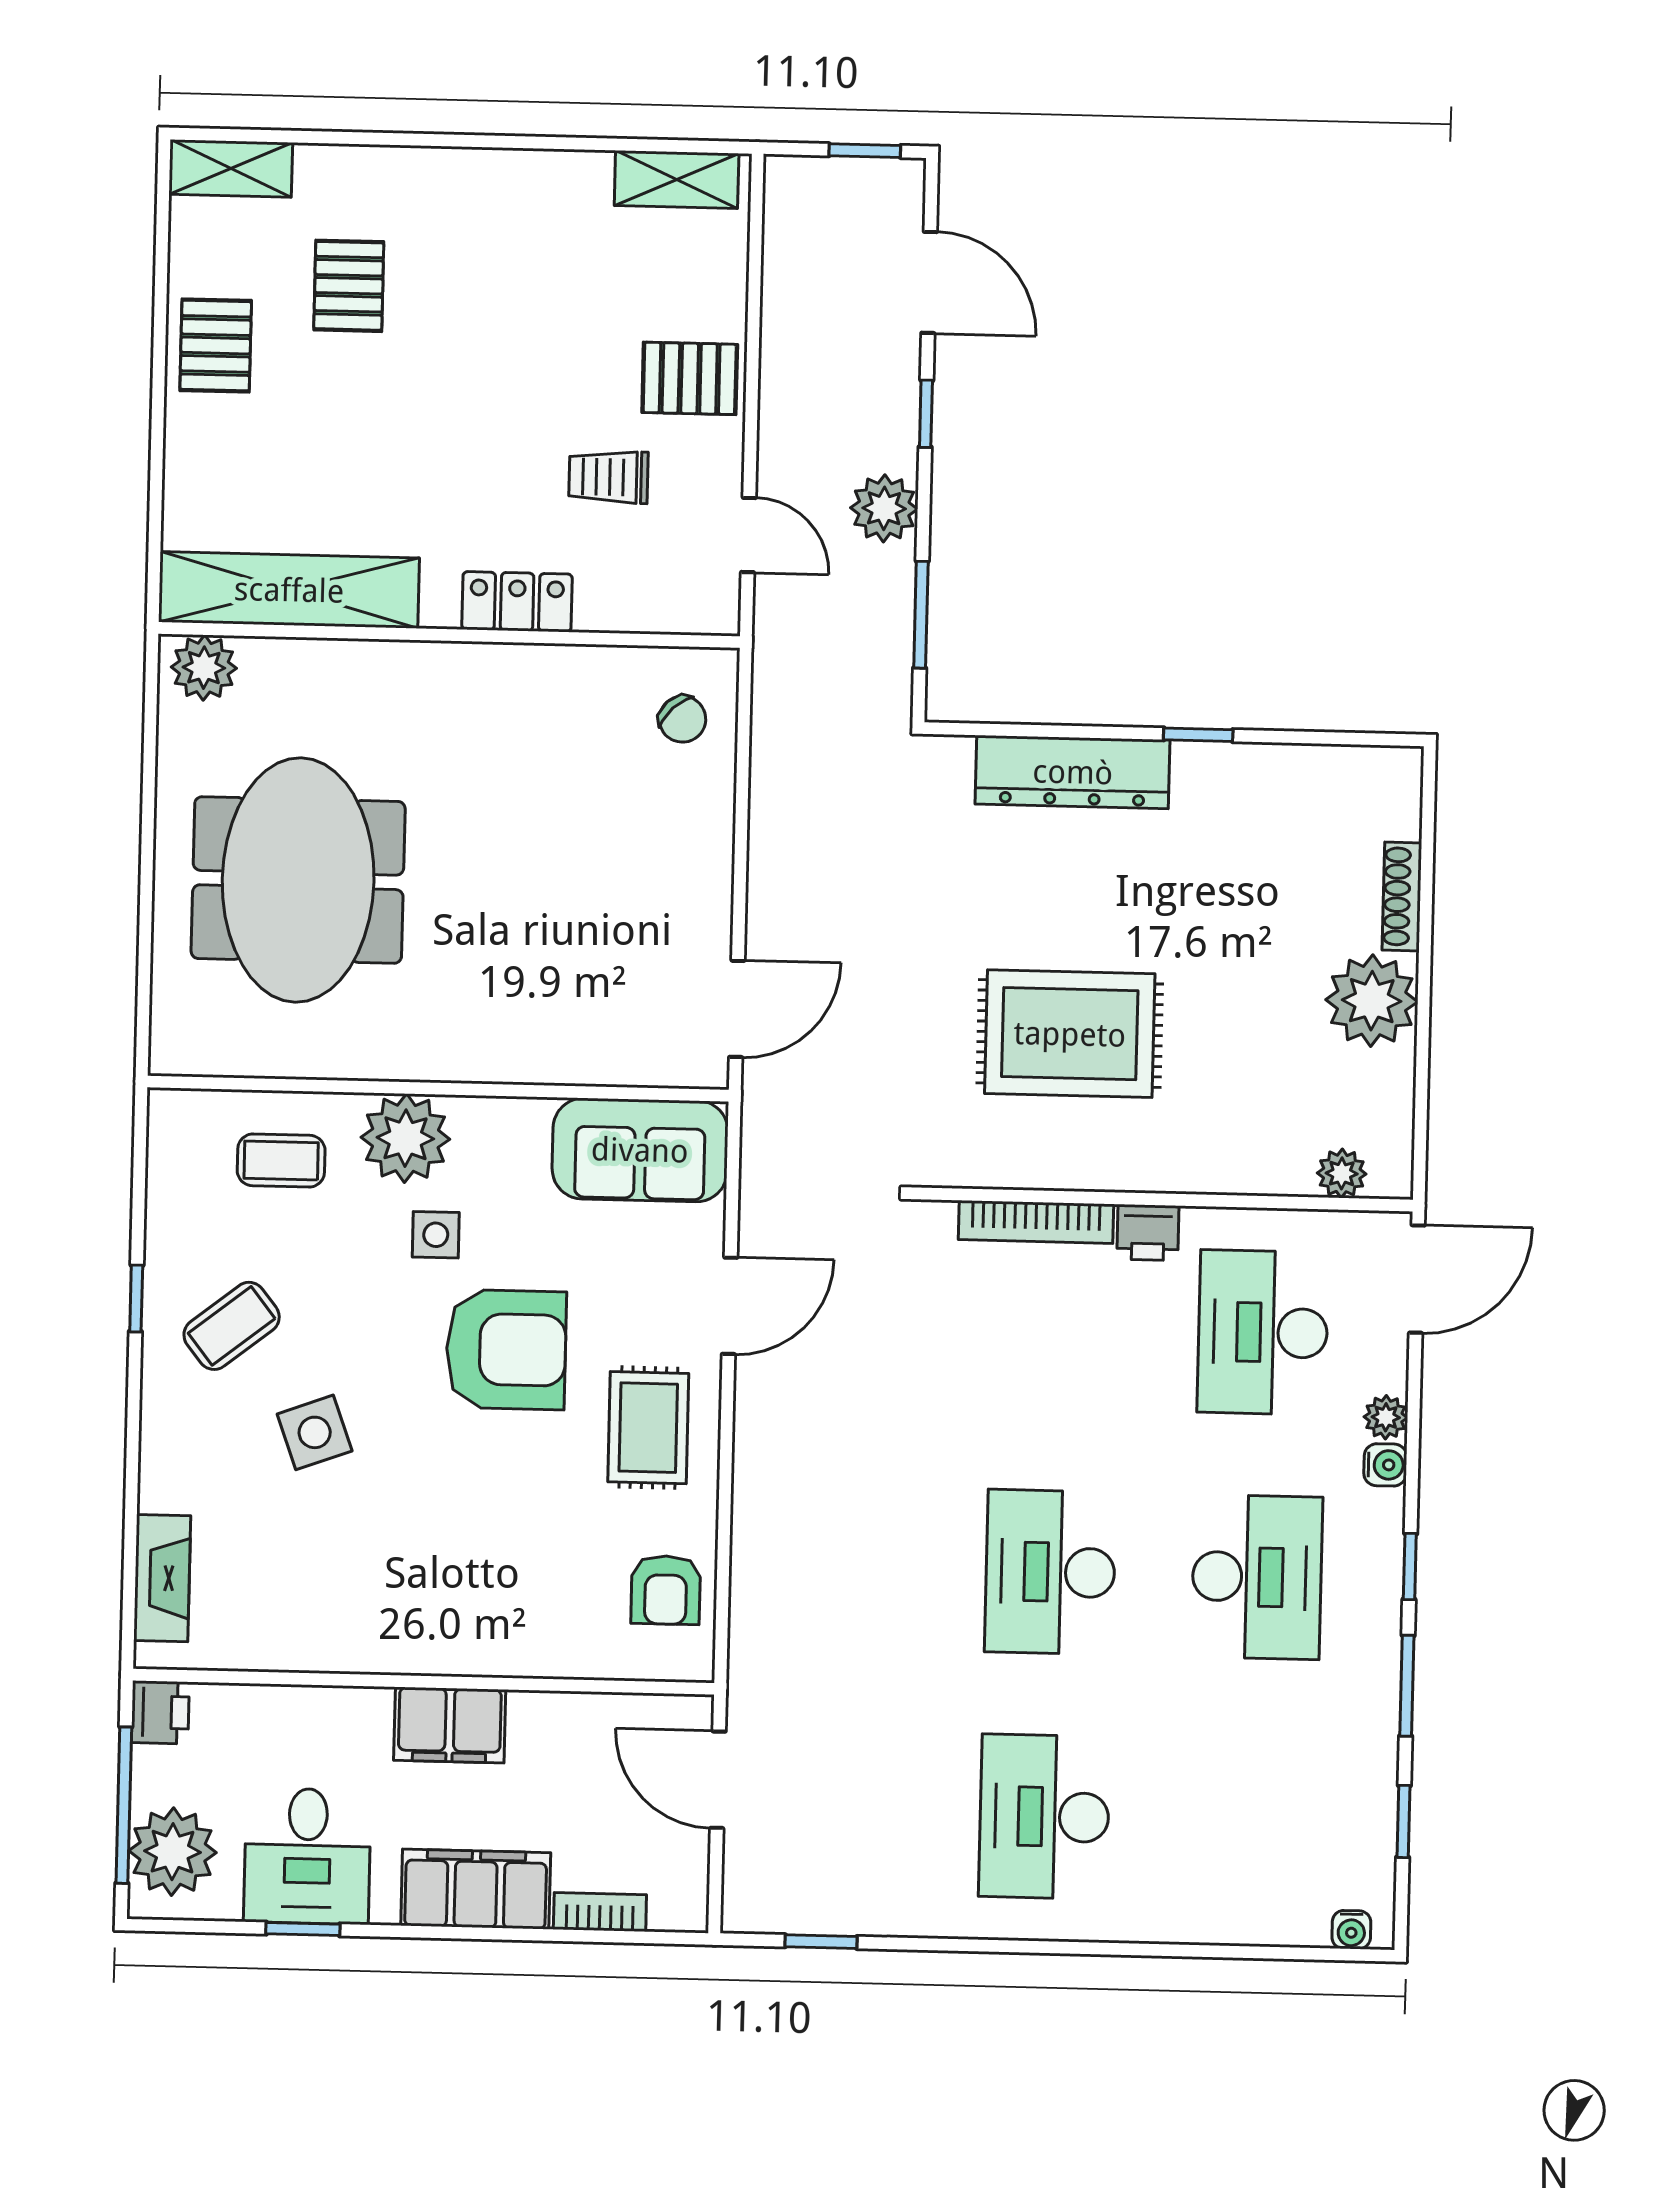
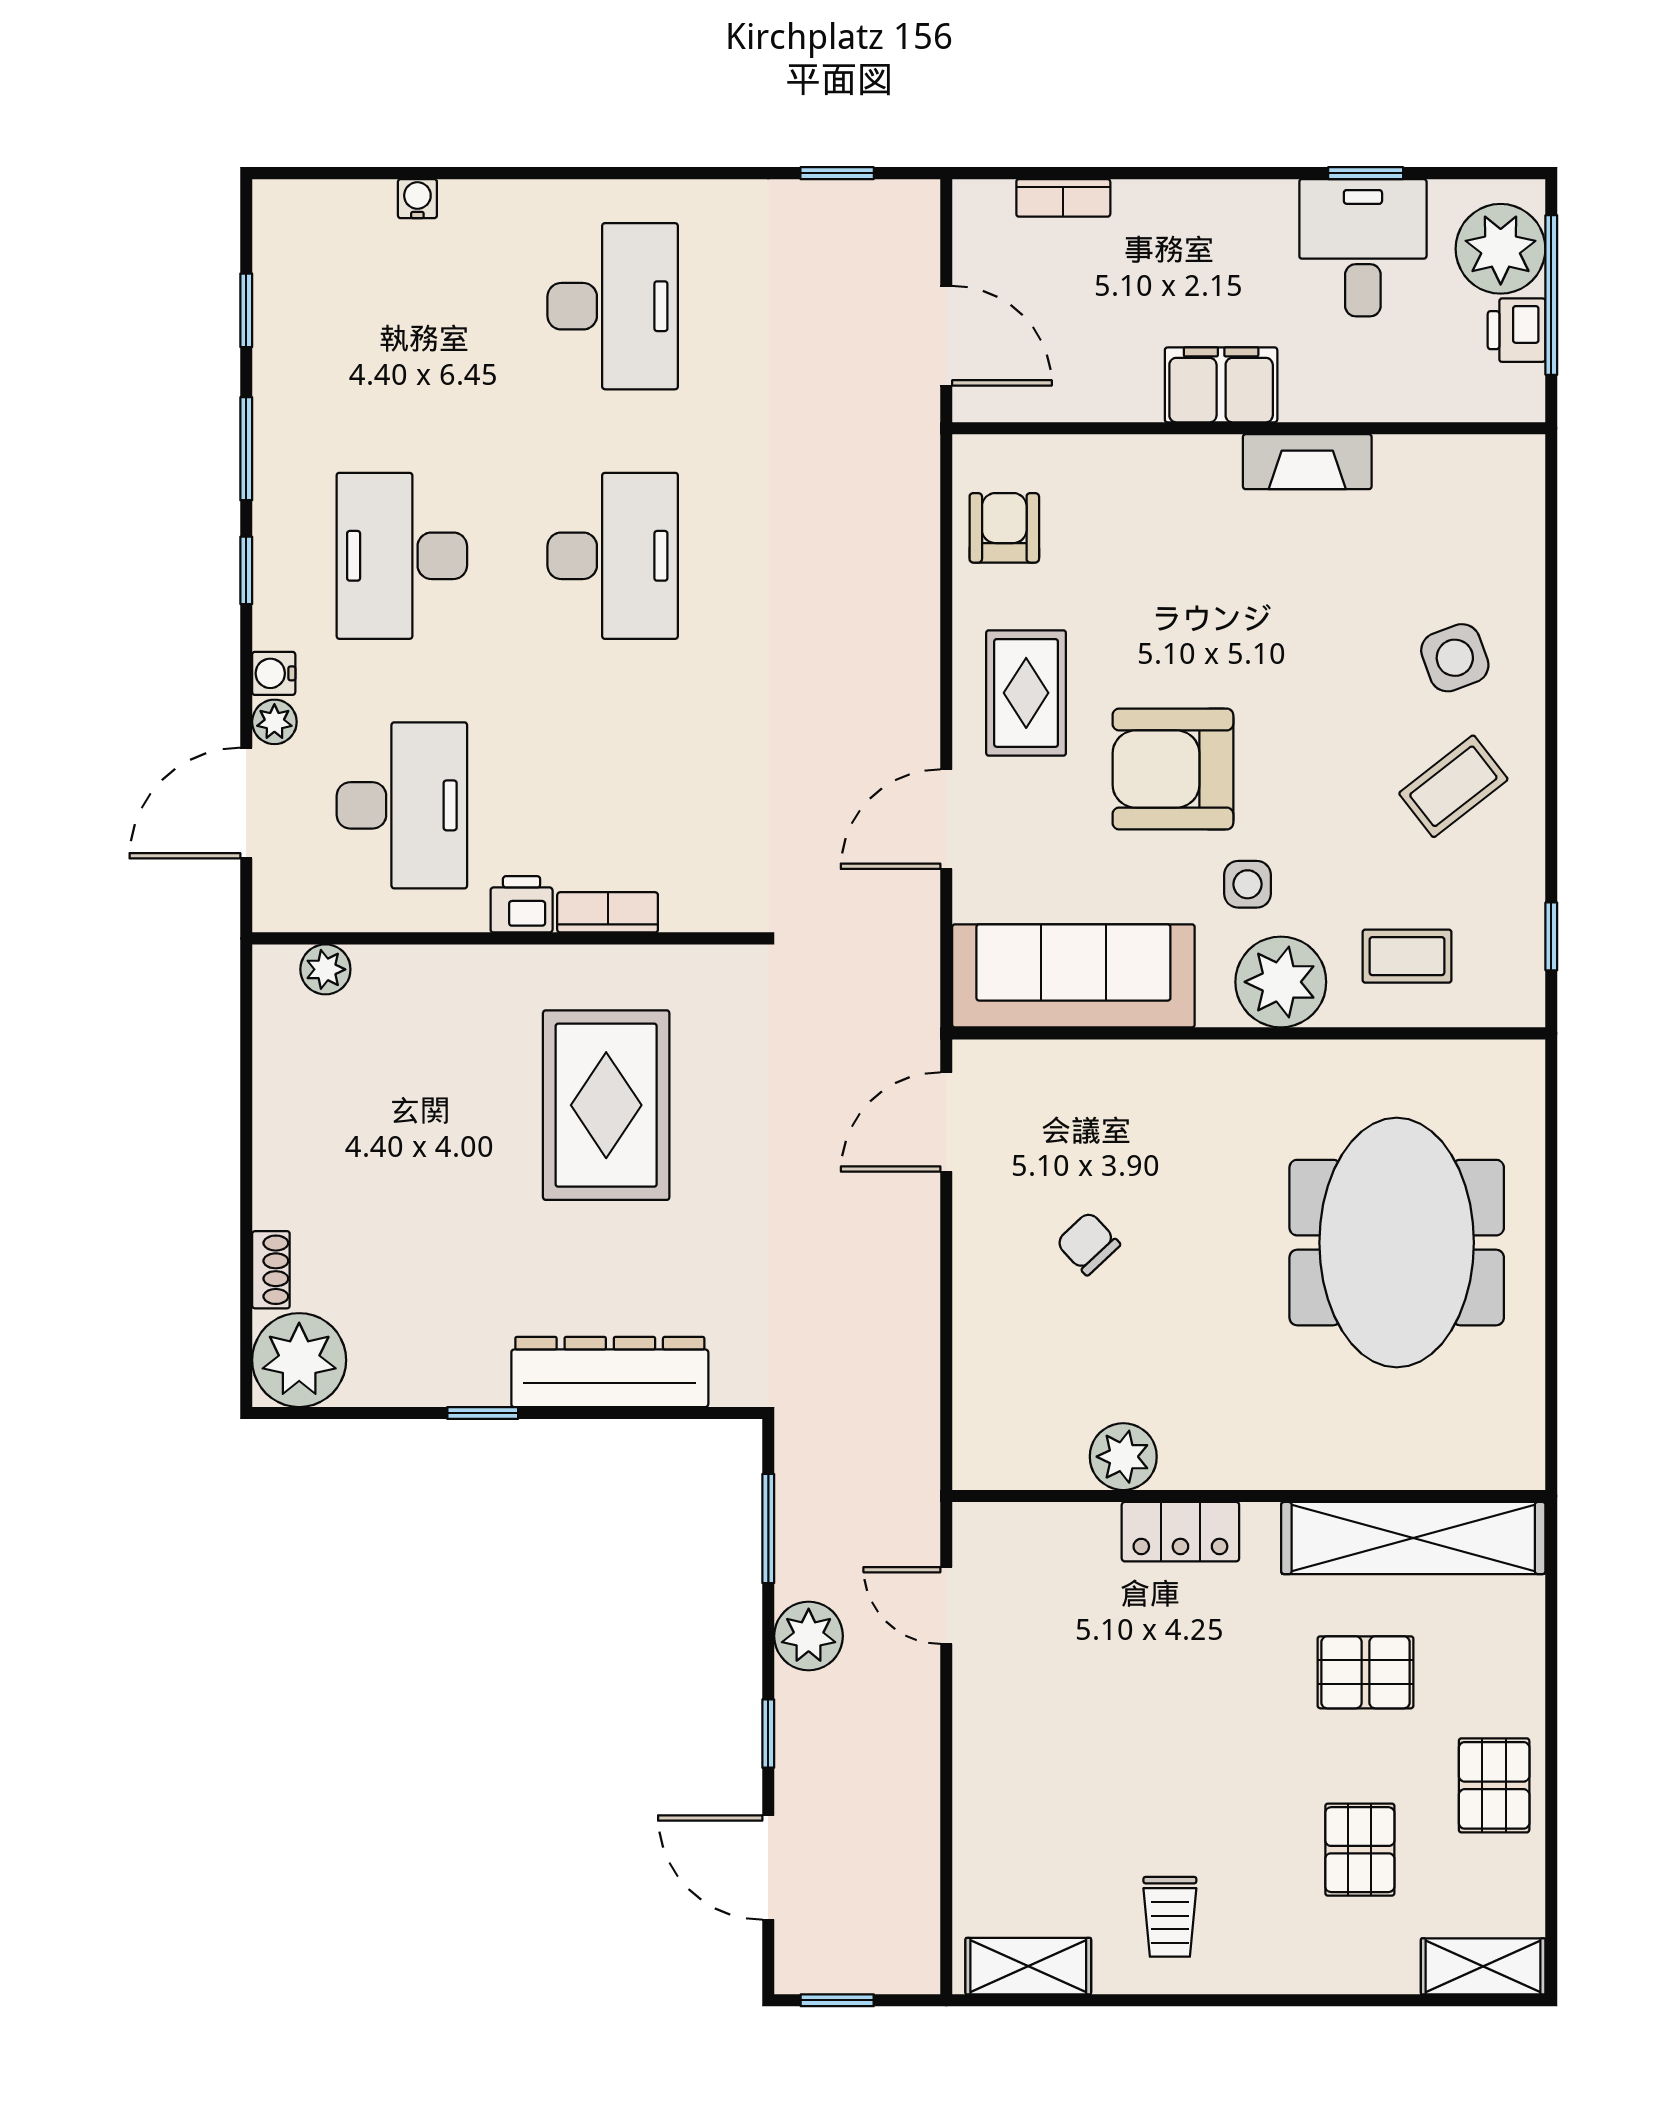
pallet: (690, 378) -> (1366, 1672), moved
trolley: (608, 477) -> (1170, 1917), moved, turned 90
plant: (204, 668) -> (1123, 1457), moved
chair: (682, 719) -> (1088, 1243), moved
shoe rack: (1402, 897) -> (271, 1270), width x0.70
plant: (1372, 1001) -> (299, 1360), moved
rug: (1070, 1034) -> (606, 1105), turned 90
sofa: (640, 1150) -> (1073, 976), width x1.36
bookcase: (1036, 1222) -> (608, 912), width x0.64
door: (1417, 1279) -> (246, 803), moved
window: (136, 1298) -> (1551, 936), moved
side table: (315, 1432) -> (1455, 658), moved
fireplace: (162, 1578) -> (1307, 462), moved, turned -90
printer: (160, 1712) -> (1517, 330), moved
filing cabinet: (476, 1889) -> (1190, 218), removed
water cooler: (1351, 1930) -> (417, 199), moved

